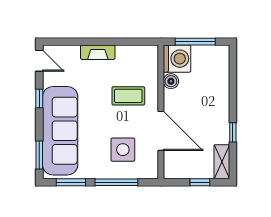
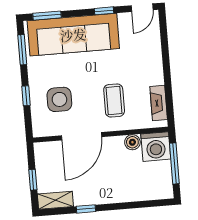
fireplace: (98, 52) -> (159, 103), moved
window: (116, 182) -> (26, 96), width x0.46

